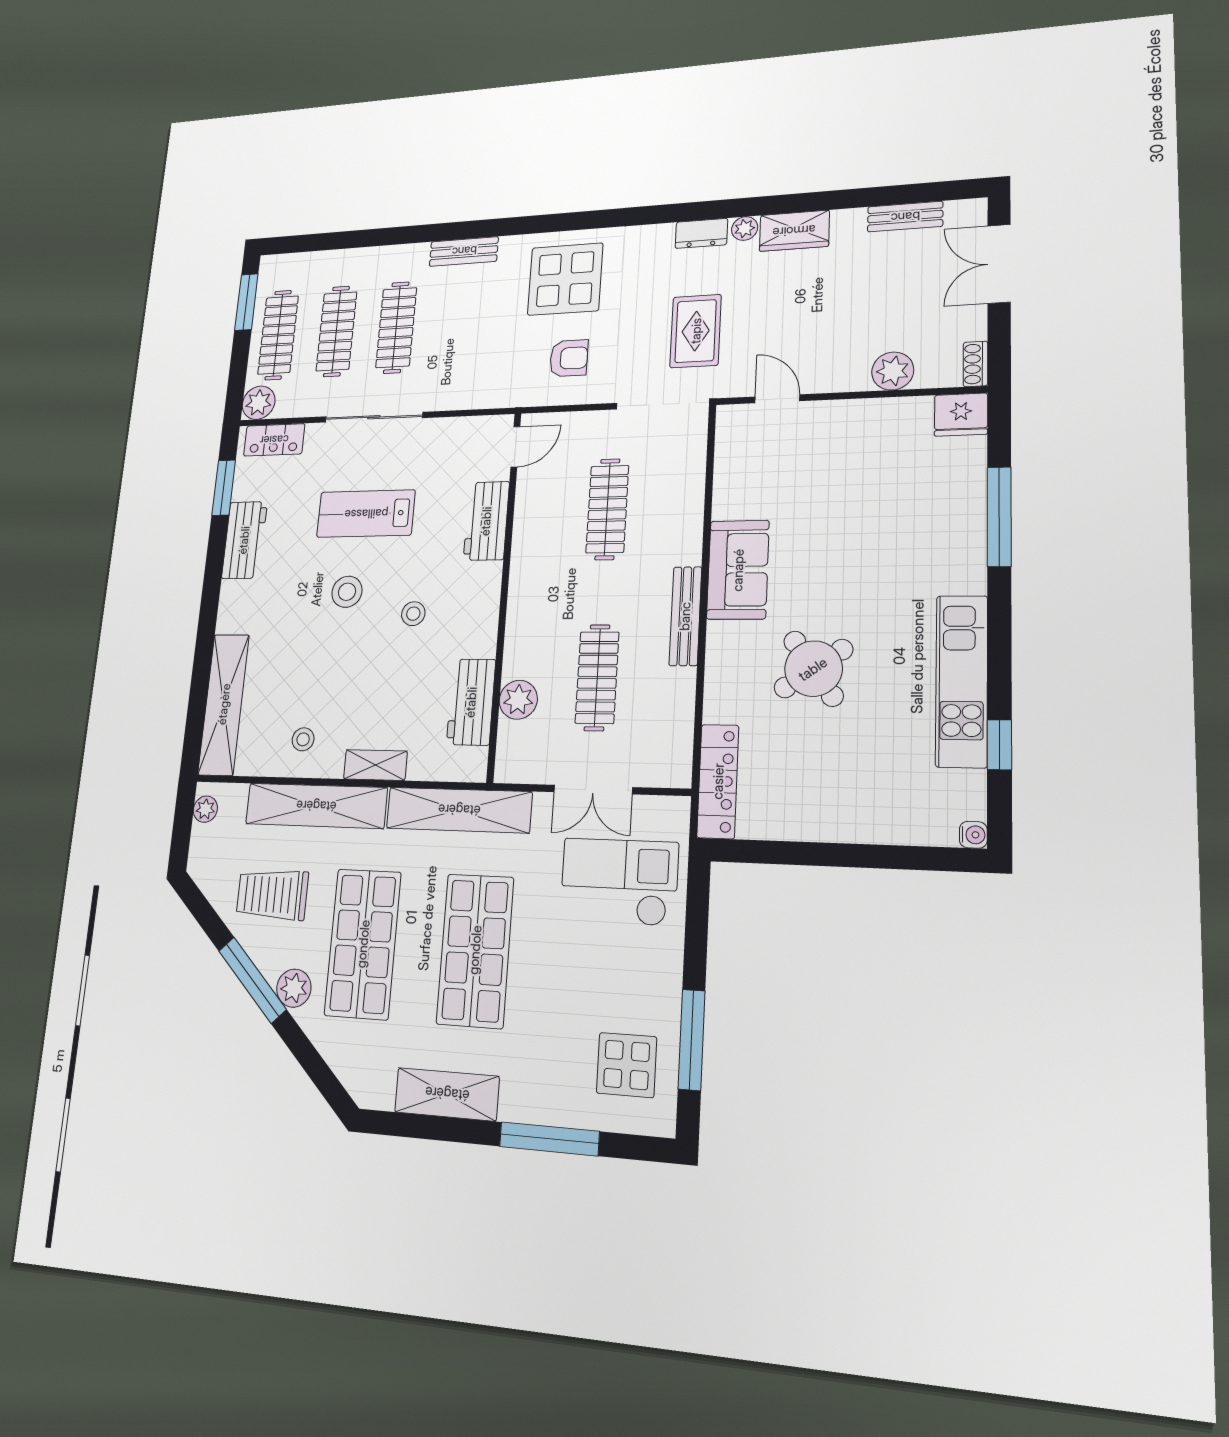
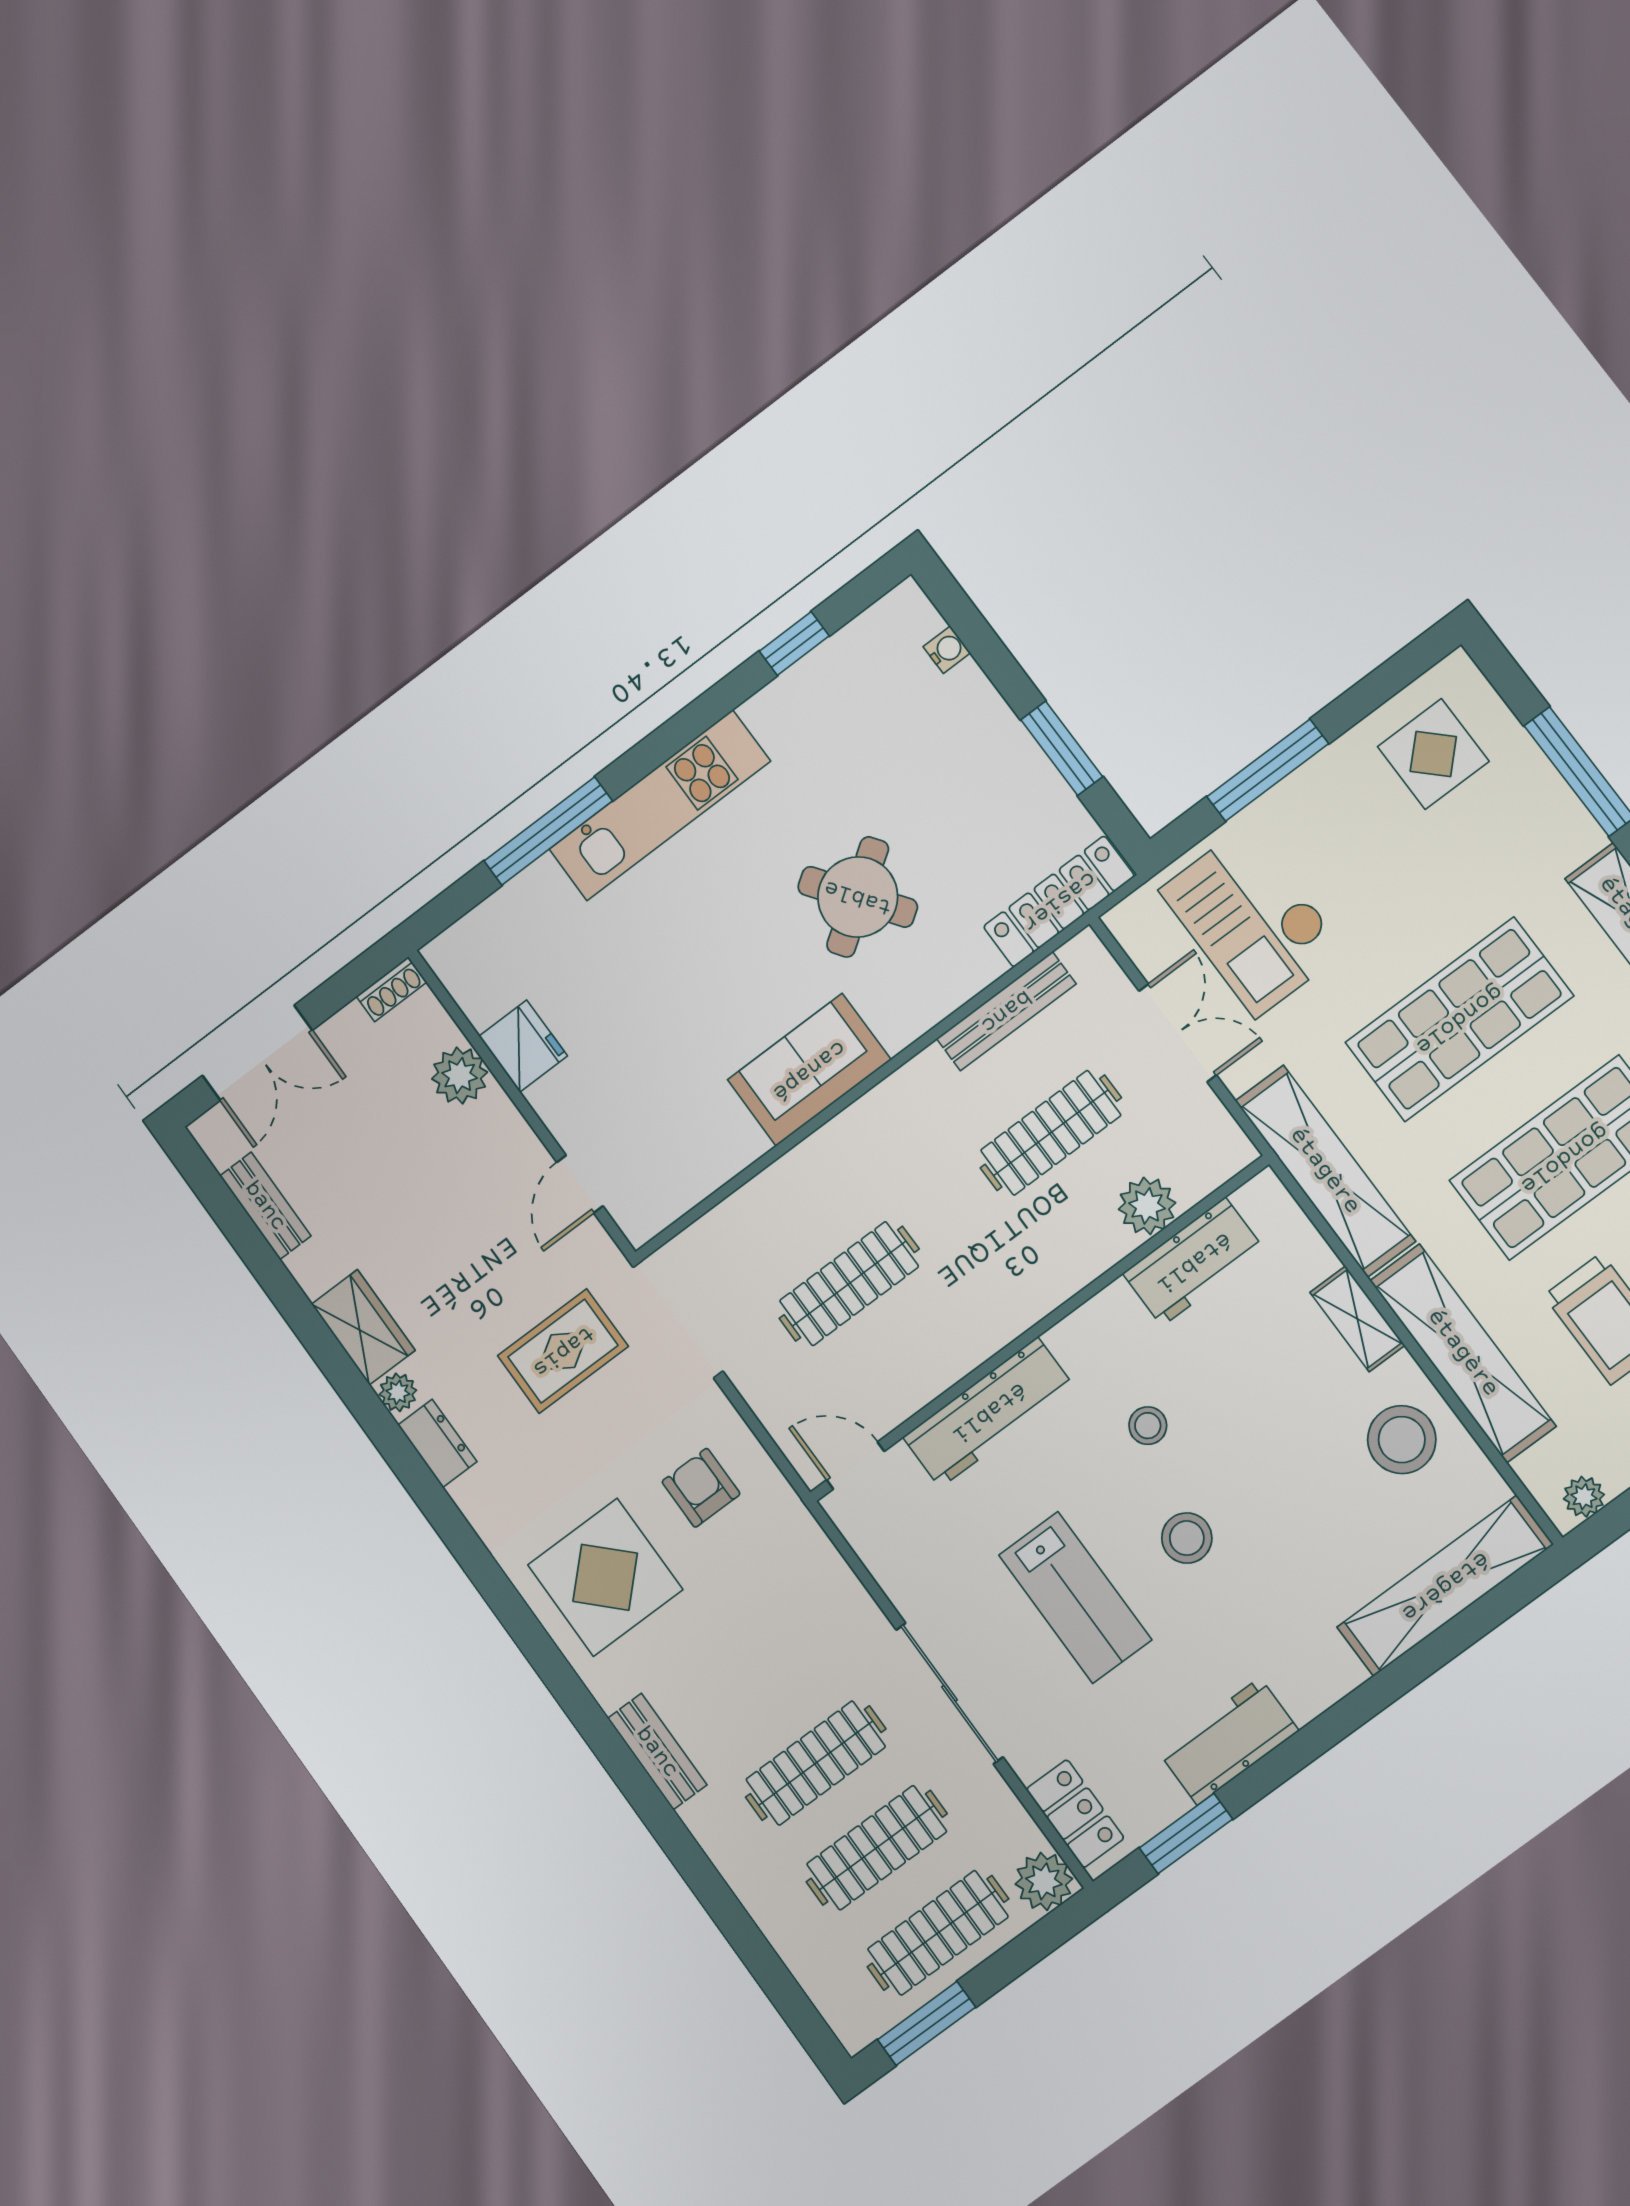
fridge: (961, 415) -> (523, 1046), moved
workbench: (486, 521) -> (989, 1412), width x1.38
bench: (685, 616) -> (1006, 1011), moved
kitchen unit: (962, 681) -> (660, 805), moved
stool: (303, 739) -> (1402, 1440), width x1.89, depth x1.89
water cooler: (973, 835) -> (947, 650), moved, turned 90
window: (805, 854) -> (1062, 748), added
window: (692, 1040) -> (1268, 770), moved

